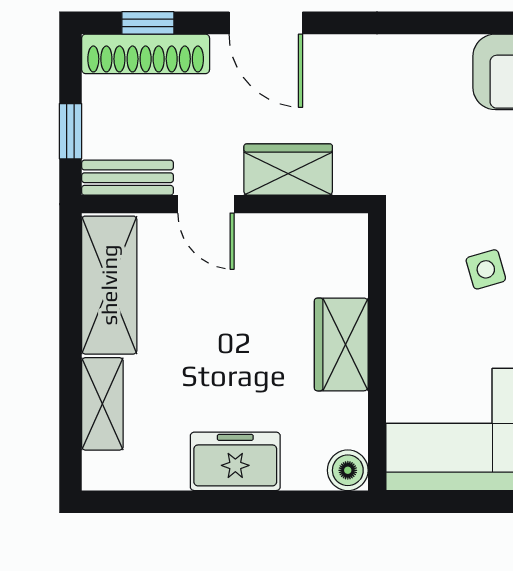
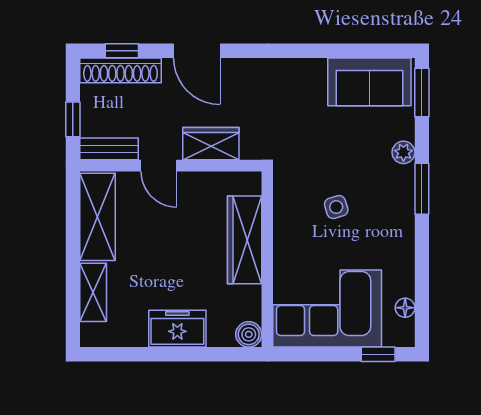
wardrobe: (341, 344) -> (245, 240), width x1.50

